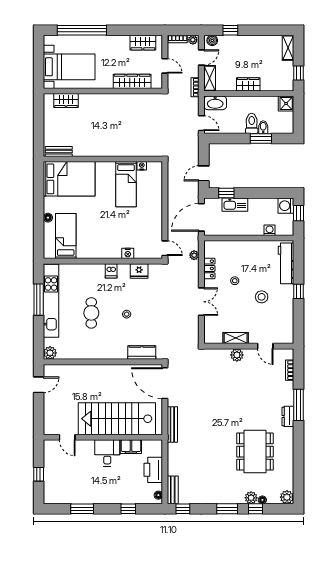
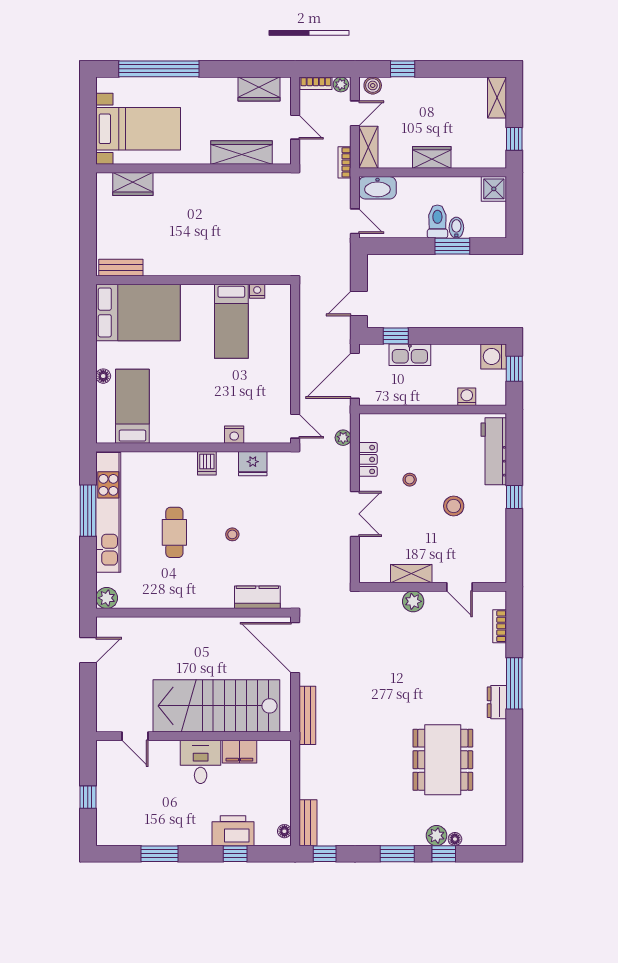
printer: (153, 470) -> (233, 831), moved, turned 90
plant: (287, 497) -> (495, 835), removed

